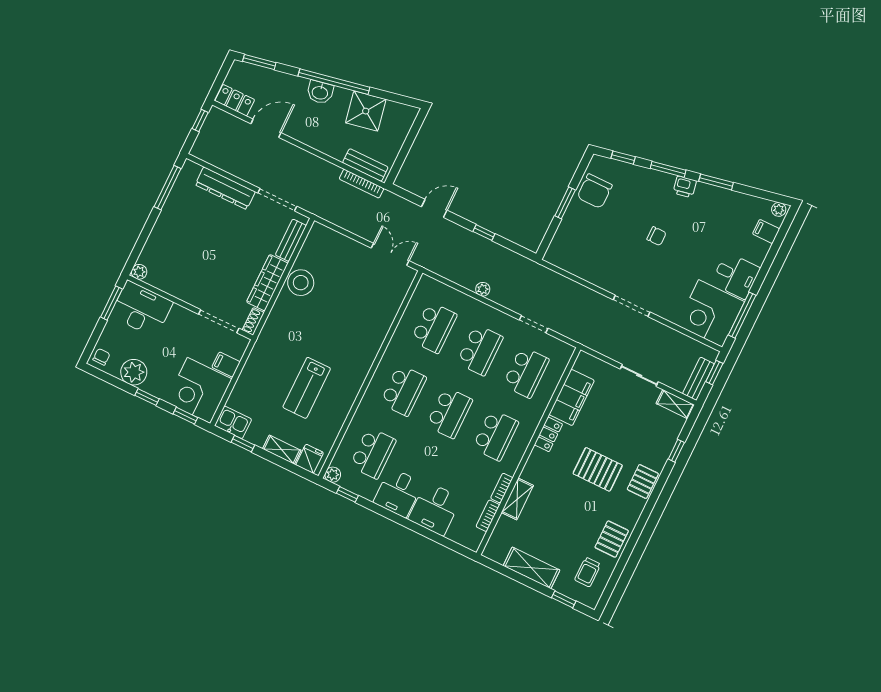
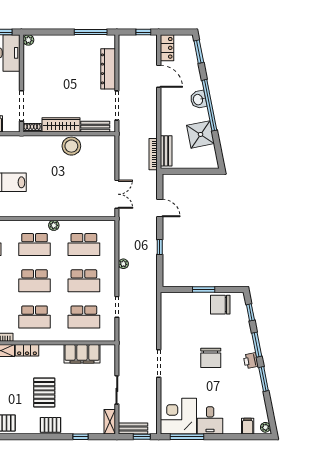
chair: (657, 236) -> (211, 358), width x1.87, depth x1.87
plant: (391, 354) -> (54, 225), added
locker: (548, 434) -> (27, 350), moved

